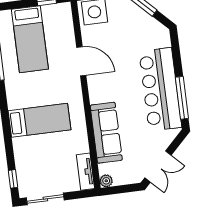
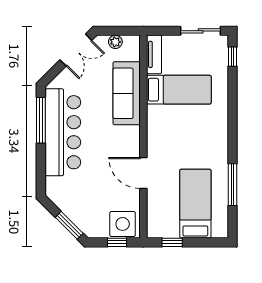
bed: (40, 120) -> (179, 90), moved, turned 180
double door: (158, 166) -> (76, 50), swing flipped
plant: (106, 181) -> (115, 42), moved

